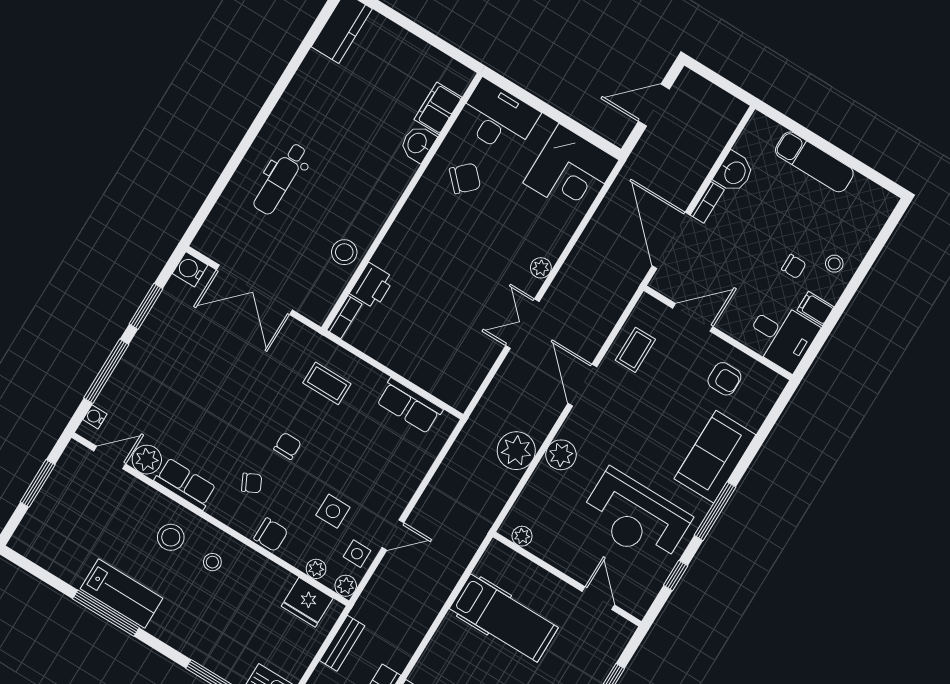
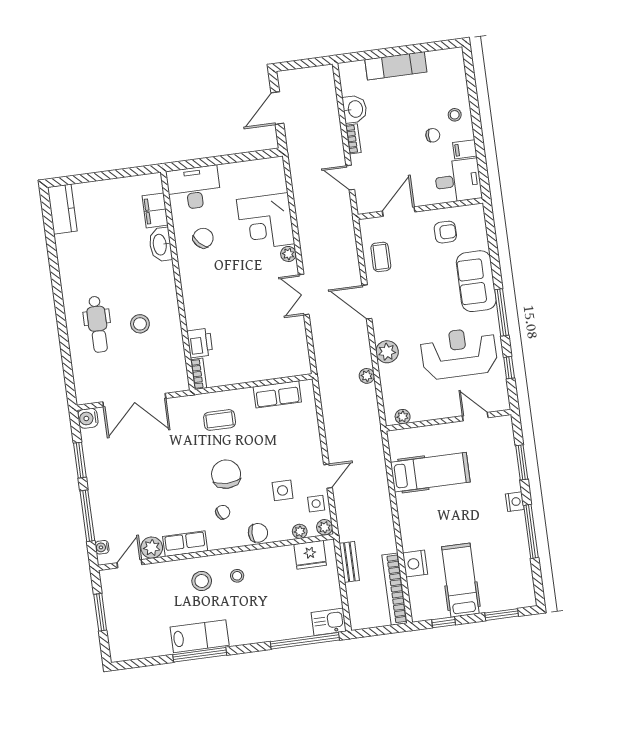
washbasin: (418, 143) -> (160, 245), width x1.38
corner desk: (571, 171) -> (266, 222), moved, turned 90
door: (671, 240) -> (350, 178), width x0.53
stool: (344, 252) -> (140, 324), moved
chair: (287, 446) -> (226, 474), width x1.87, depth x1.87
plant: (516, 451) -> (367, 376), width x0.53, depth x0.53
reception desk: (635, 518) -> (459, 353), turned 180

